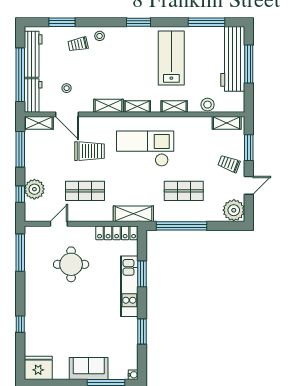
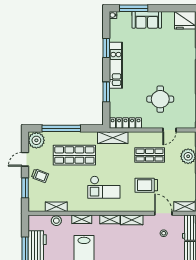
shelving: (227, 123) -> (56, 207), moved
checkout: (145, 149) -> (104, 187), width x0.73, depth x0.83
shop shelf: (184, 191) -> (74, 155), width x1.43, depth x1.36
window: (181, 226) -> (61, 128), moved
kitchen unit: (129, 286) -> (116, 65), moved

